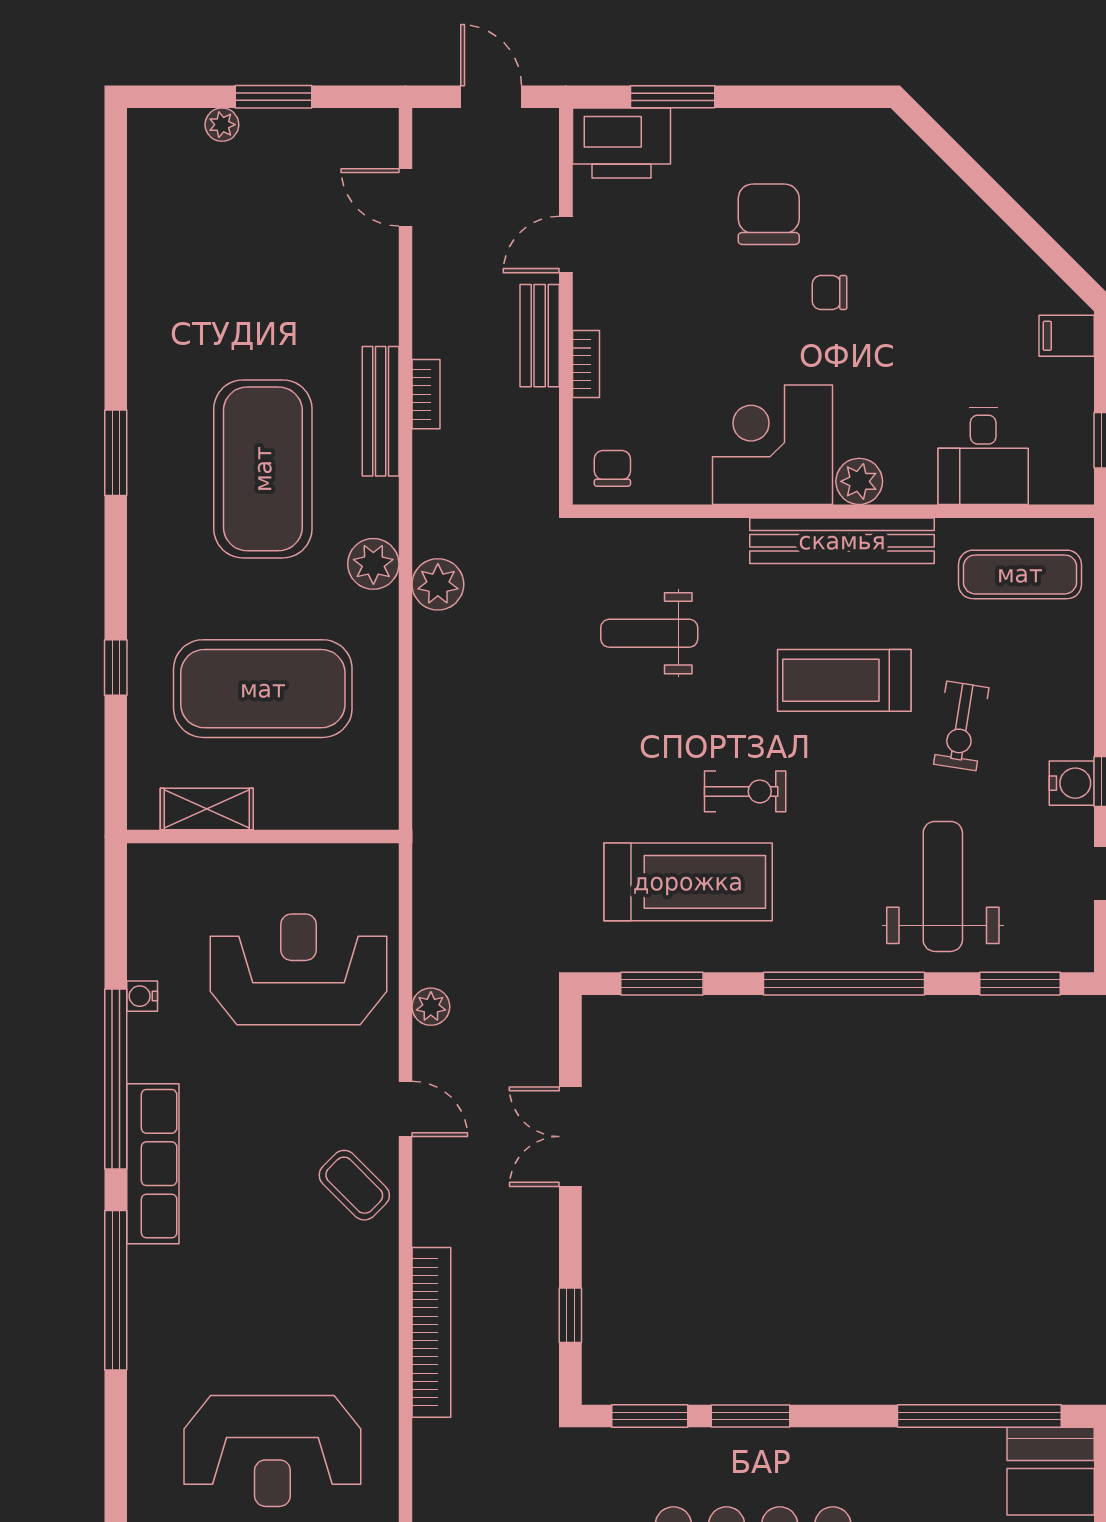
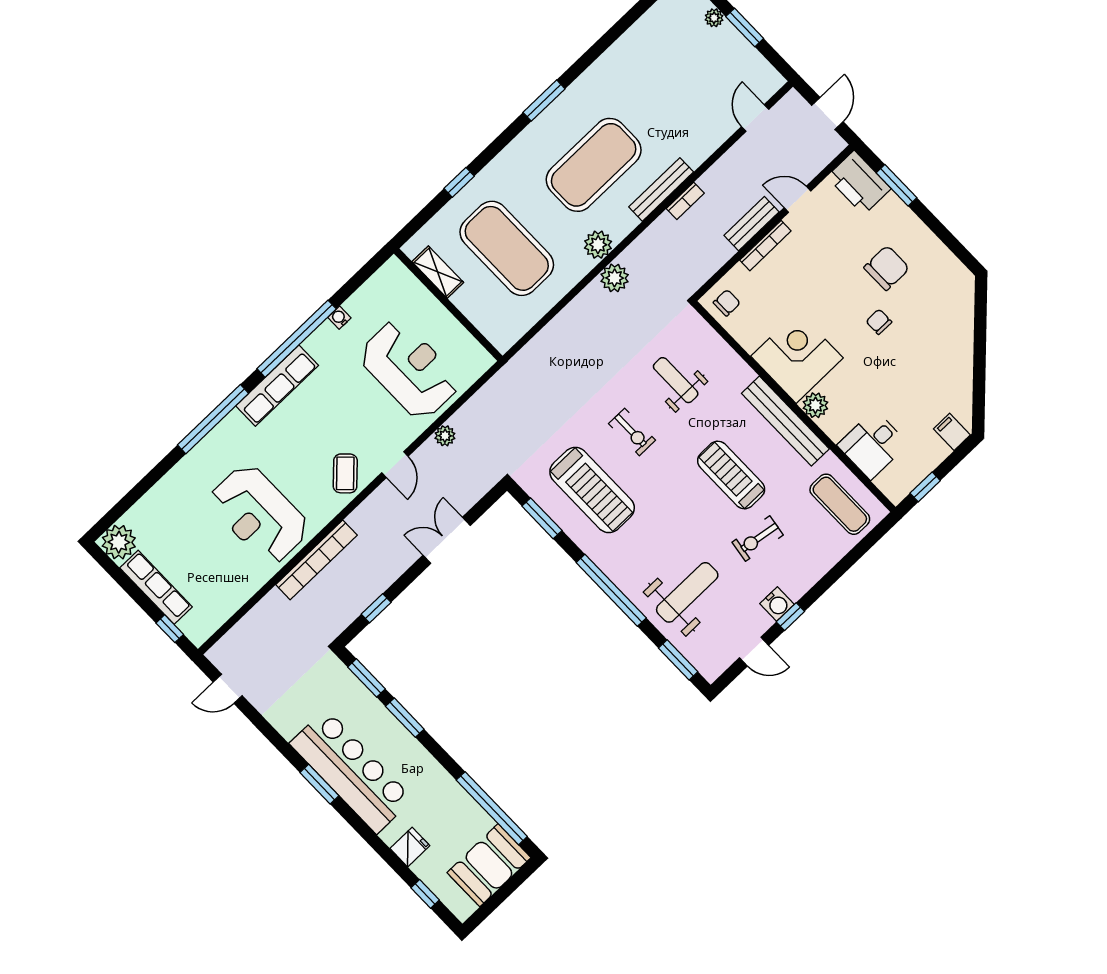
bookcase: (586, 364) -> (765, 246), width x1.56
exercise bike: (745, 791) -> (632, 432), moved
reception desk: (272, 1451) -> (259, 514), moved

